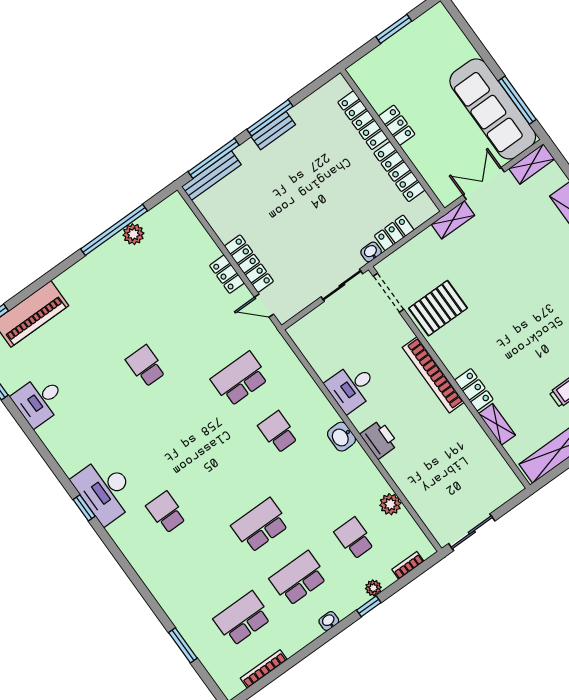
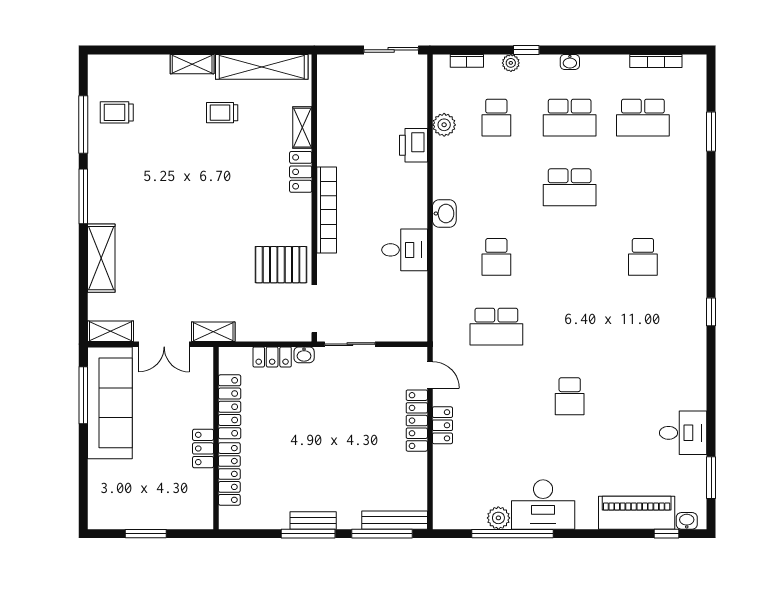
printer: (379, 439) -> (413, 145), moved
desk: (105, 490) -> (543, 505), moved, turned 90

